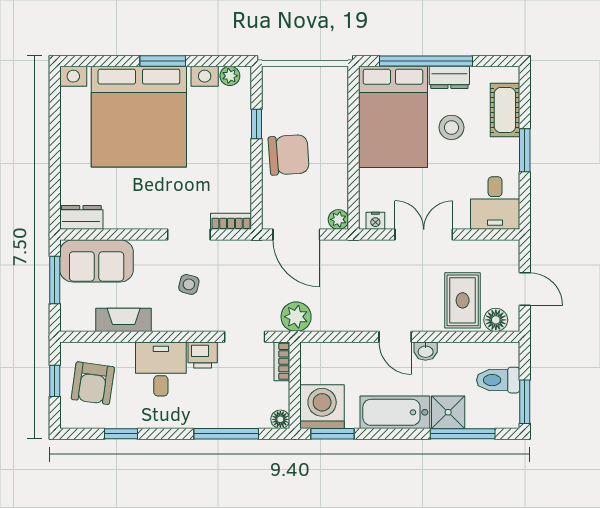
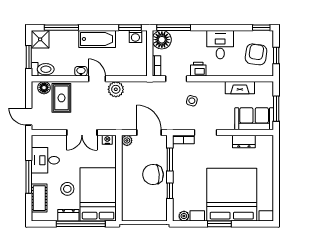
window: (525, 150) -> (29, 177), width x1.44
window: (256, 183) -> (170, 159), added
desk: (495, 203) -> (45, 160), moved, turned -90
dresser: (81, 217) -> (244, 142), moved
side table: (189, 284) -> (192, 101), moved
door: (525, 289) -> (29, 117), moved
plant: (296, 317) -> (116, 89), moved
desk: (161, 369) -> (220, 45), moved, turned 180
toilet: (498, 380) -> (43, 69), moved
window: (525, 402) -> (29, 57), moved
washing machine: (322, 407) -> (135, 36), width x0.53, depth x0.53
shower: (448, 412) -> (40, 39), moved
floor lamp: (280, 419) -> (162, 40), width x1.89, depth x1.89
window: (121, 434) -> (261, 28), moved
window: (226, 434) -> (174, 28), moved

